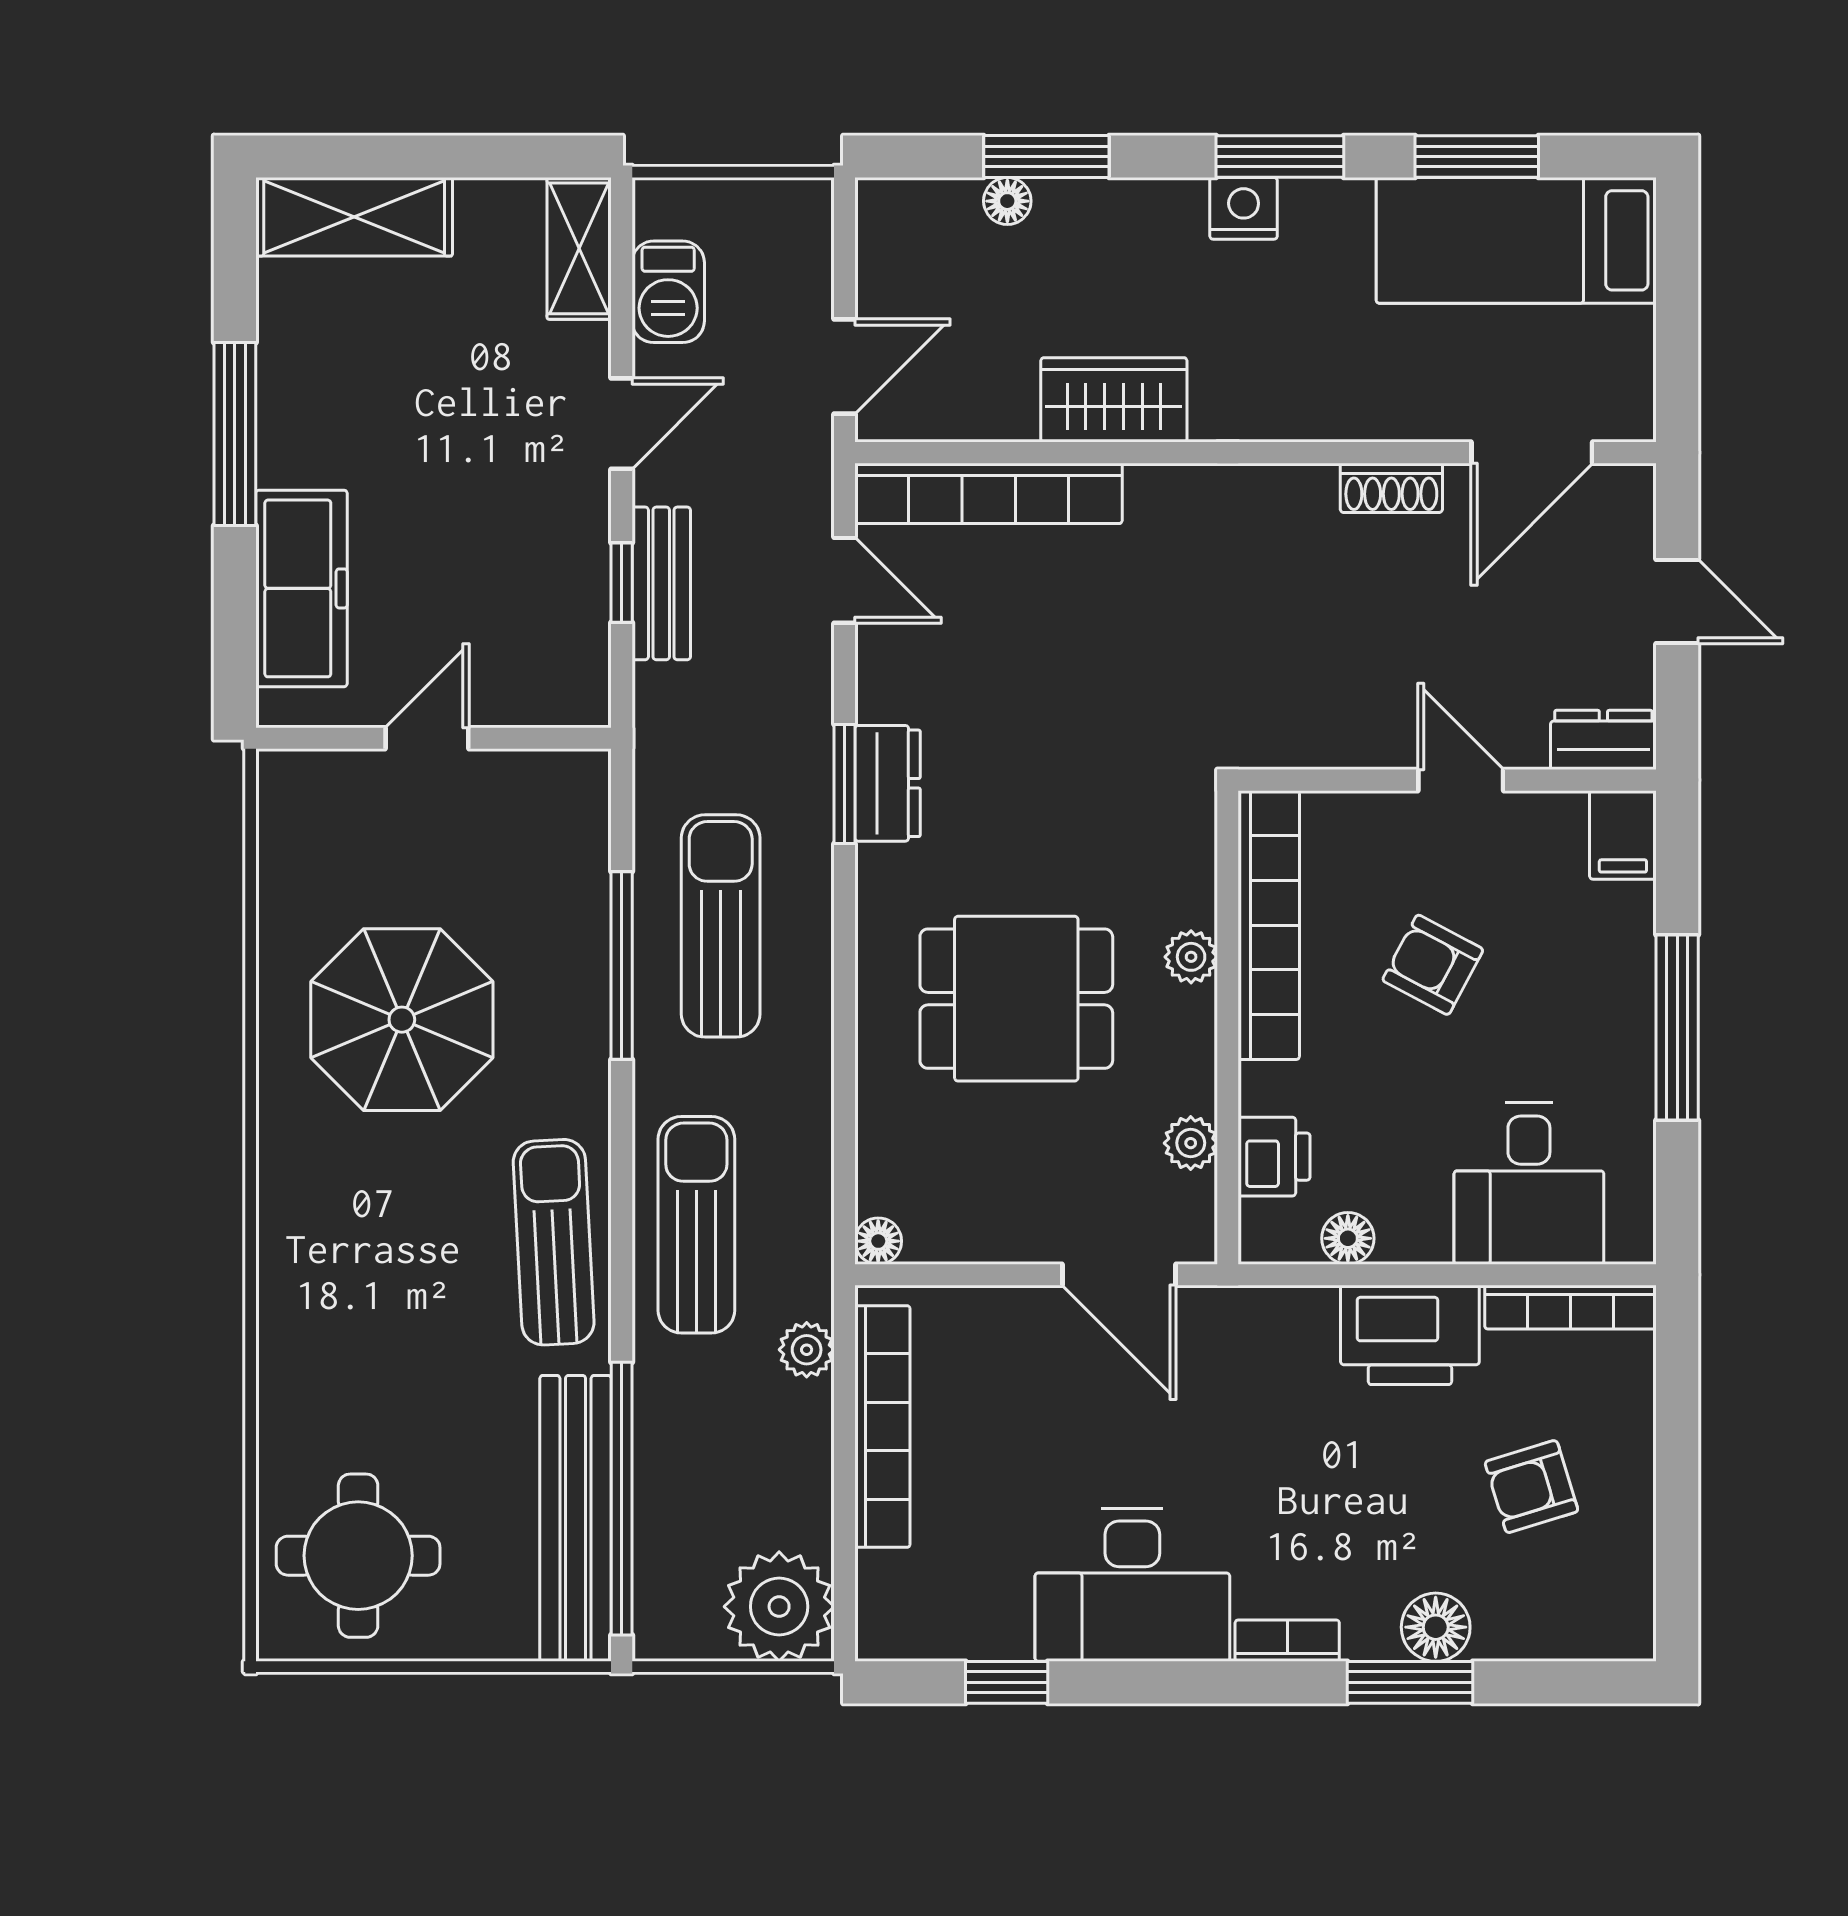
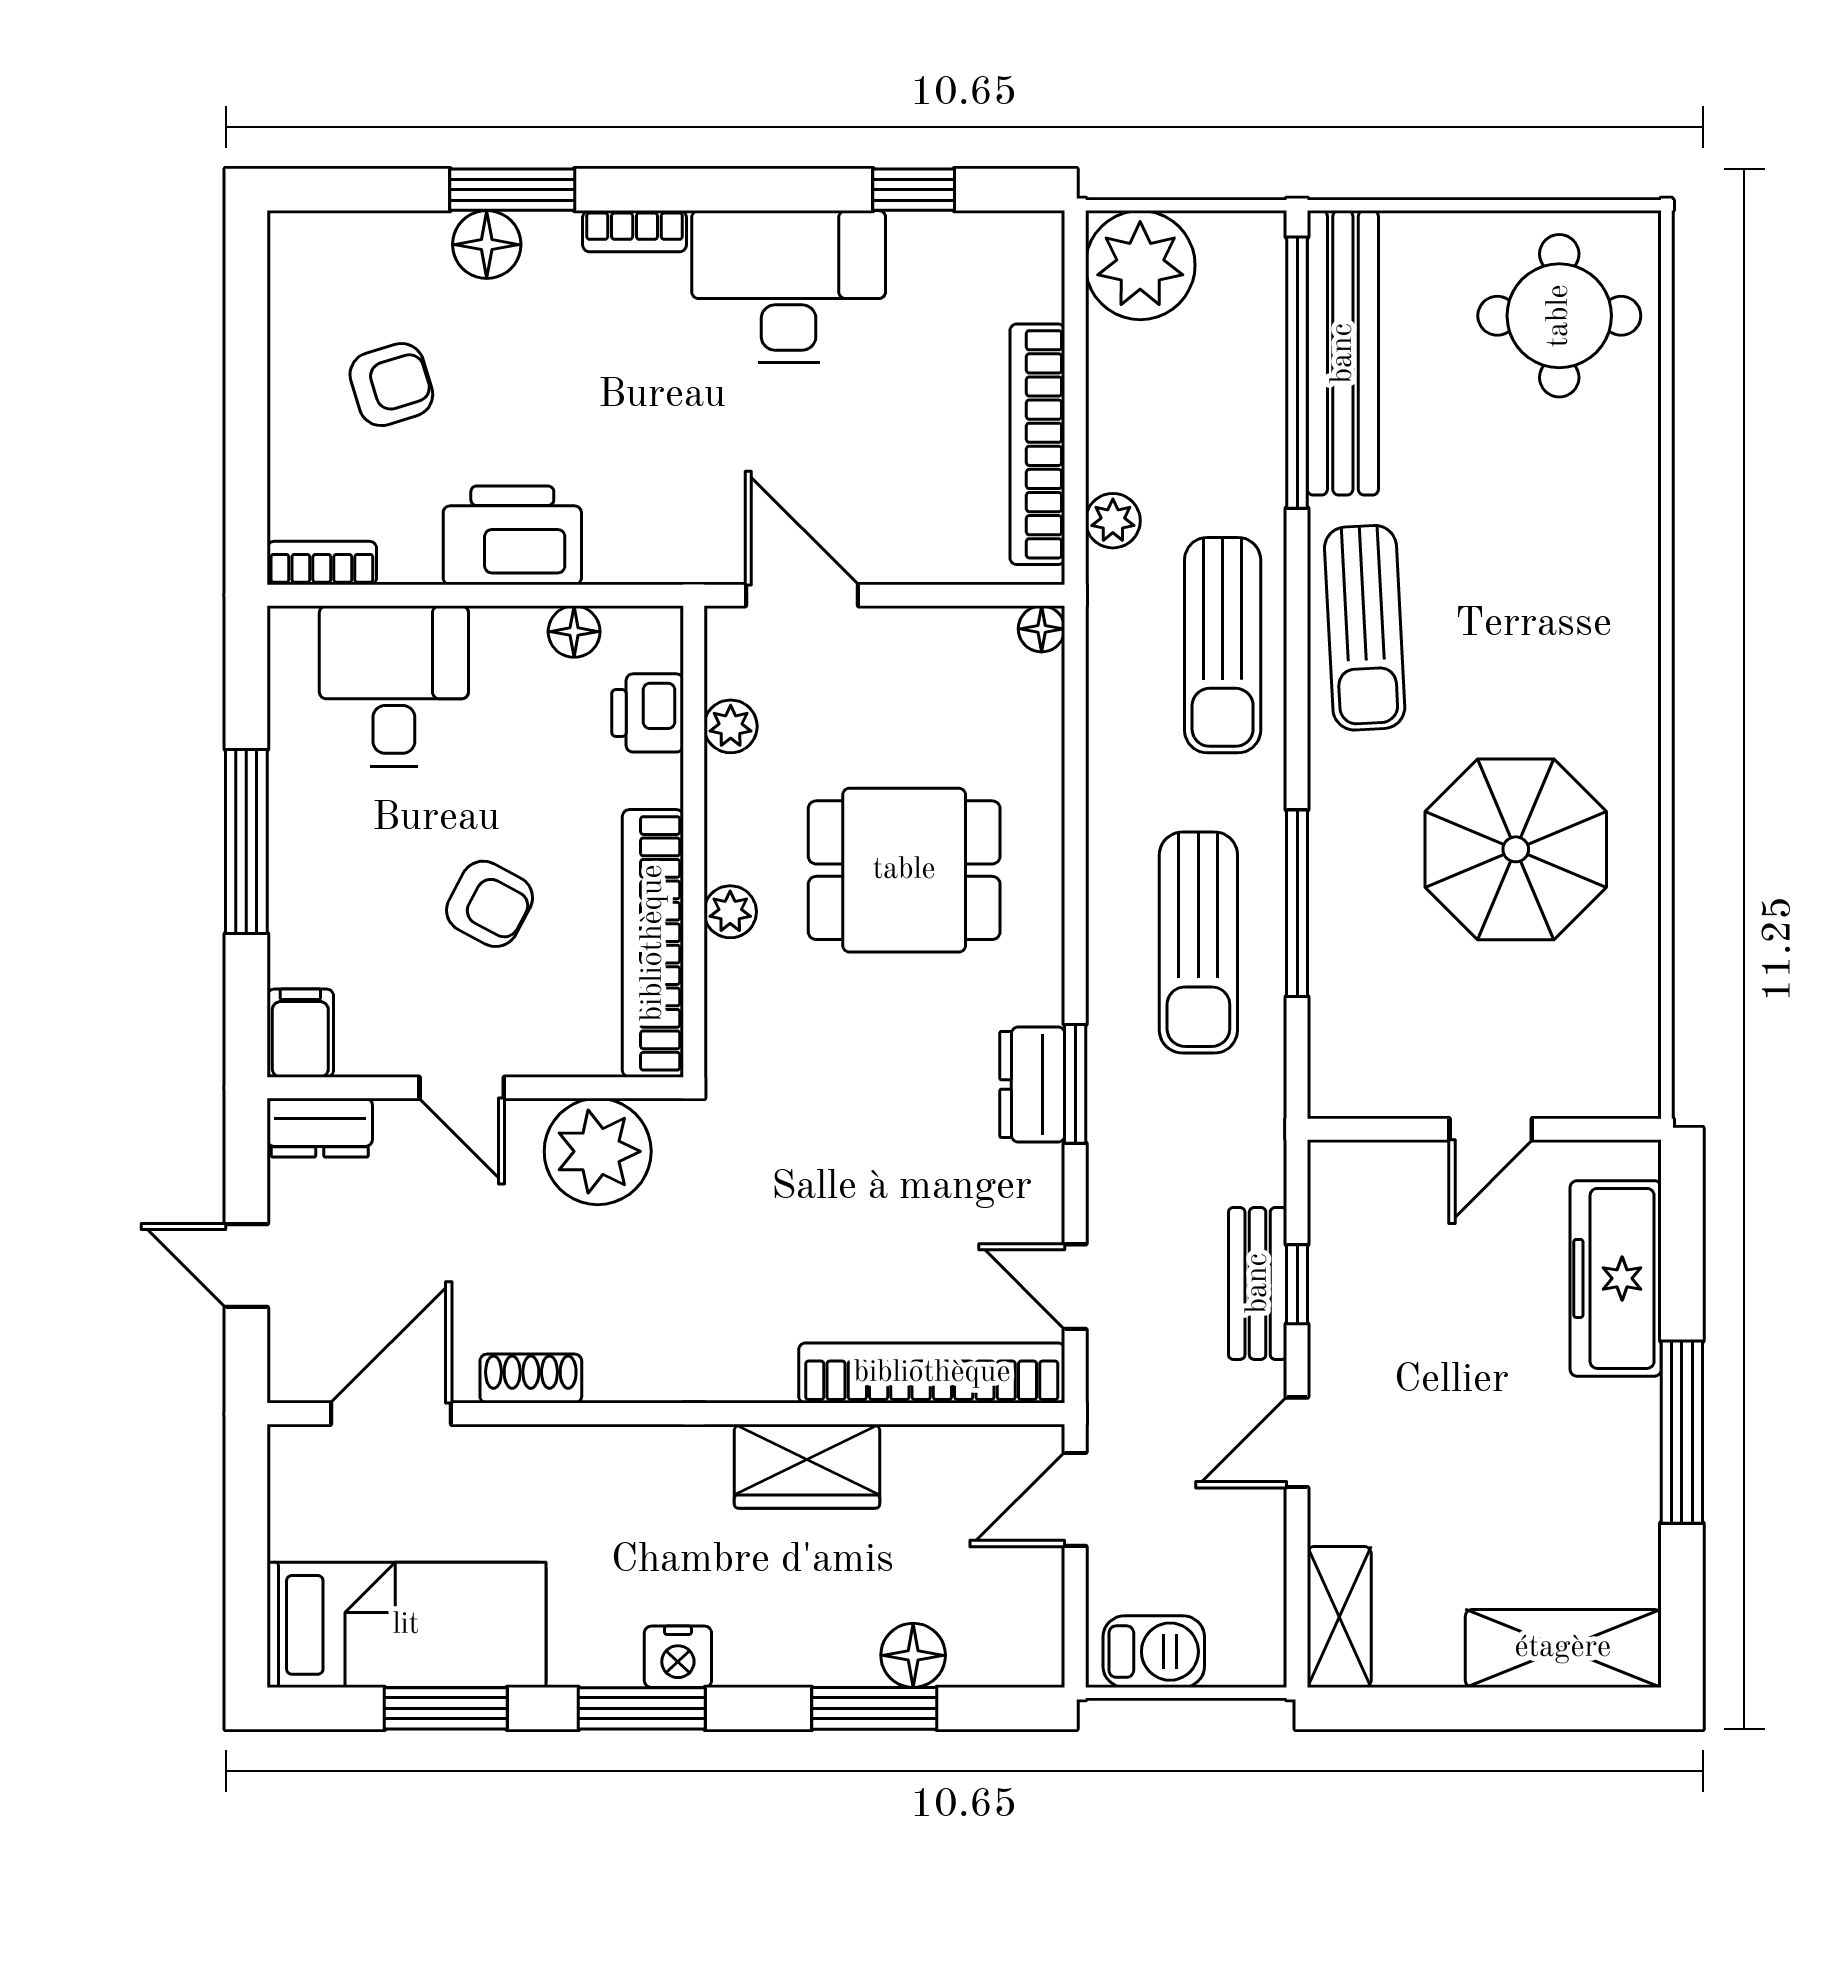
floor lamp: (1007, 201) -> (913, 1655), width x1.37, depth x1.37
barbecue: (668, 292) -> (1154, 1652), moved, turned 90
plant: (1324, 716) -> (598, 1151), added
bookcase: (1571, 1307) -> (322, 563), width x0.64

